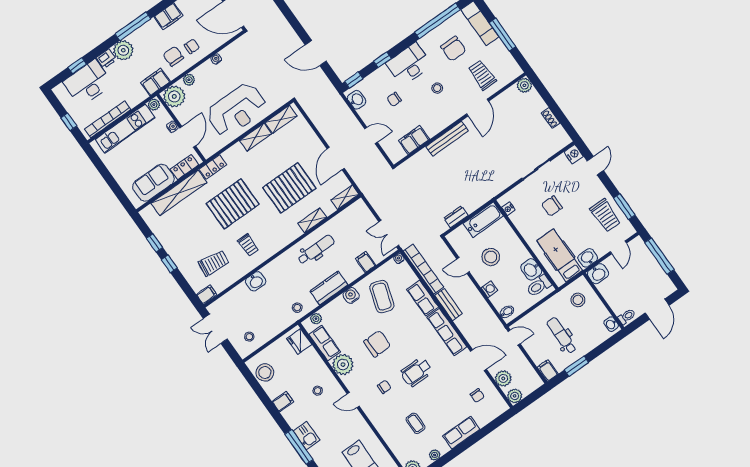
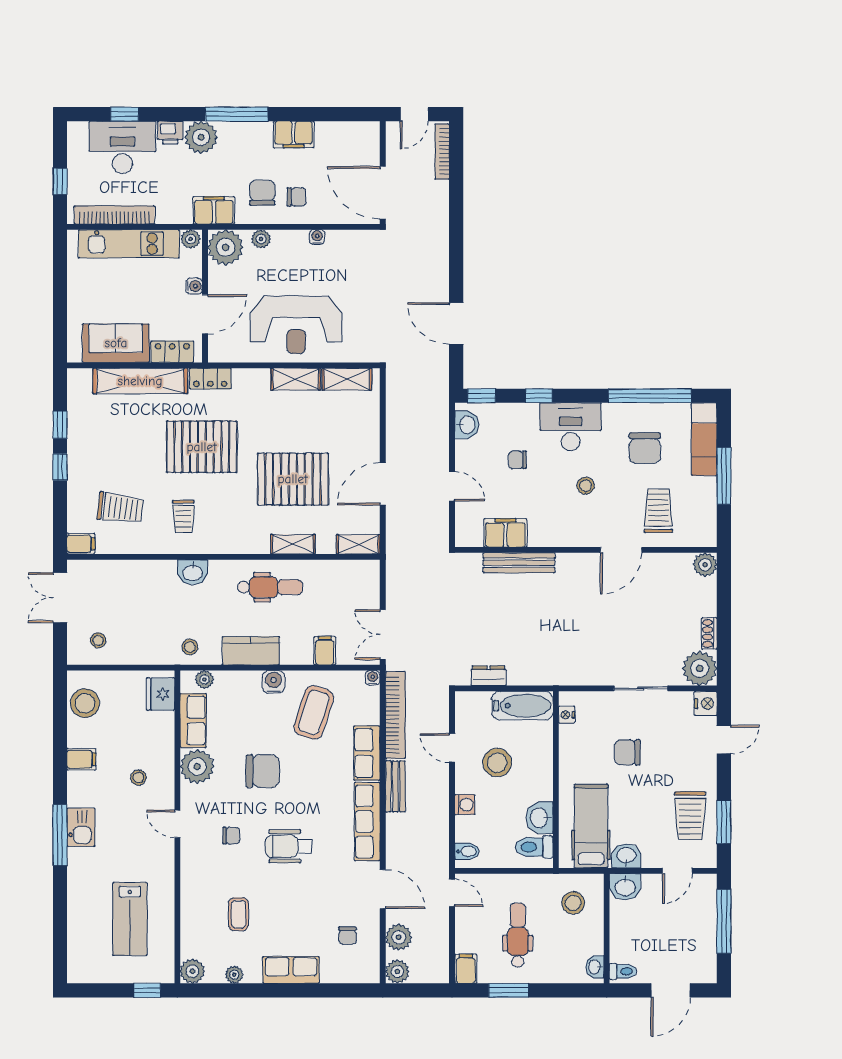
bench: (447, 139) -> (519, 563), moved
plant: (558, 139) -> (700, 668), added
washbasin: (256, 281) -> (193, 572), moved

